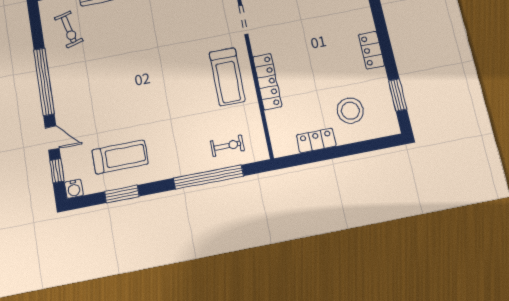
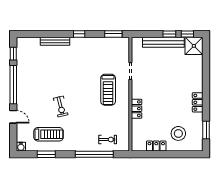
exercise bike: (69, 29) -> (61, 107), moved
treadmill: (227, 77) -> (108, 90), moved
locker: (267, 82) -> (137, 109), width x0.66
window: (57, 171) -> (13, 54), moved

